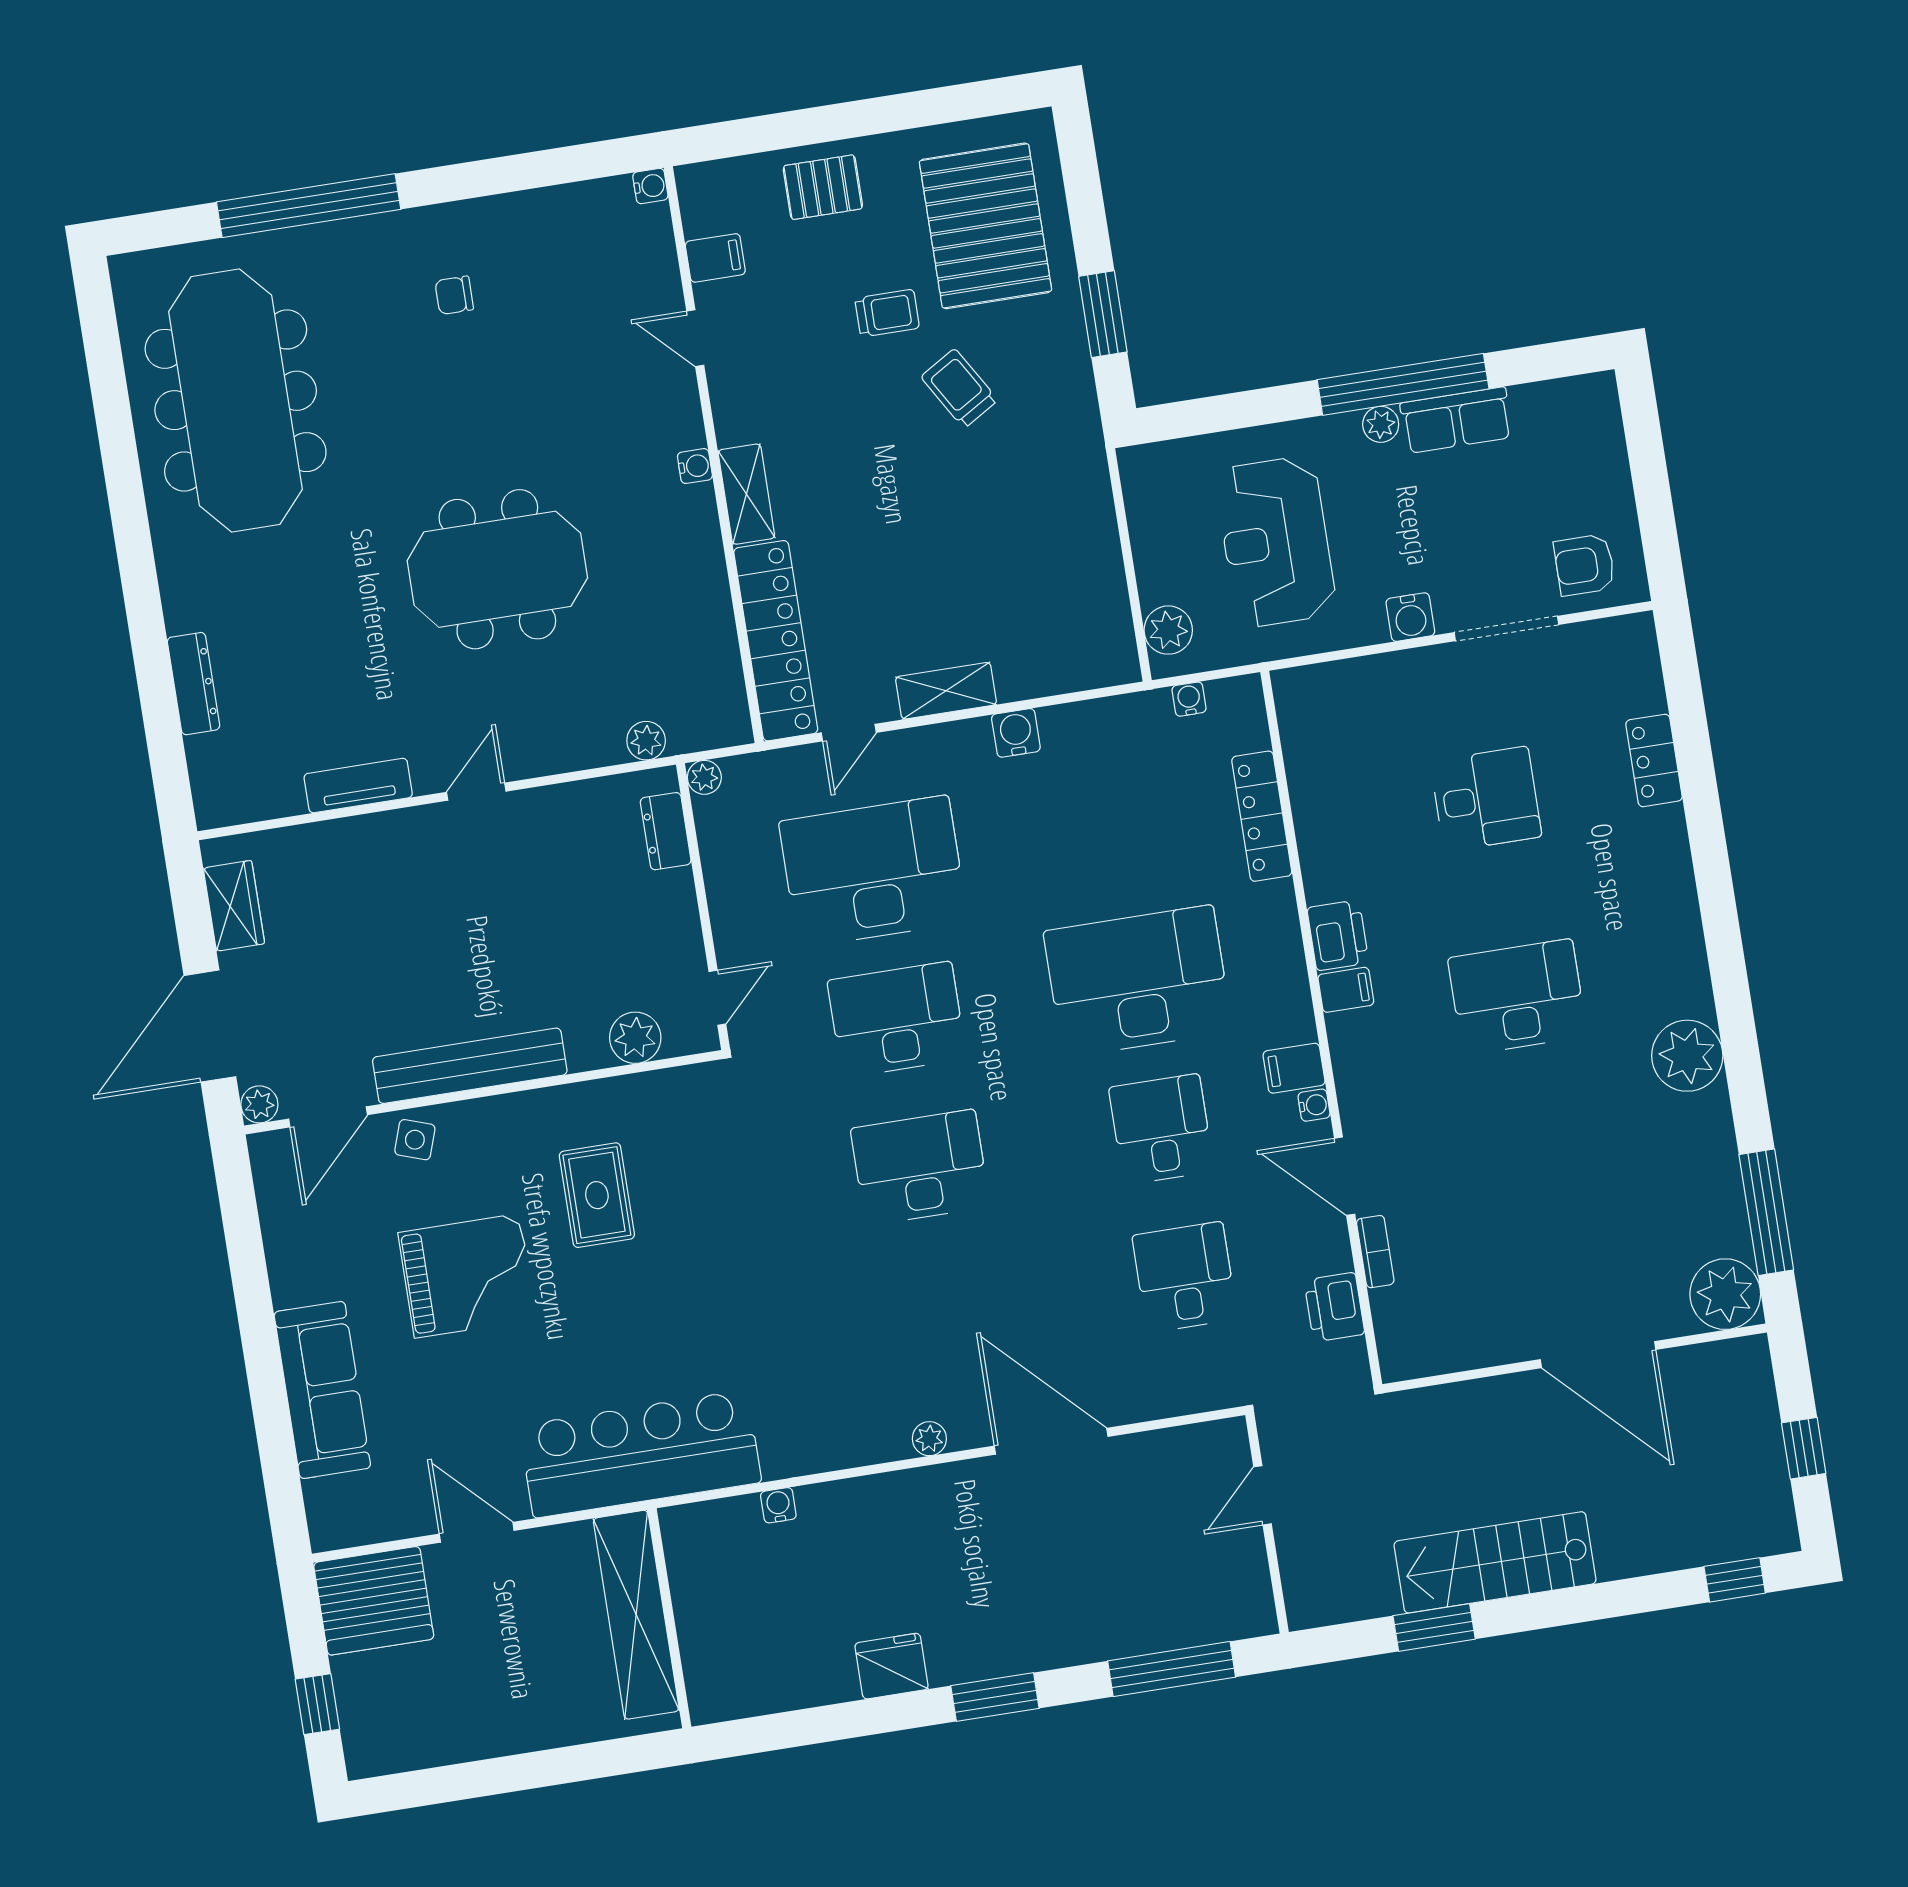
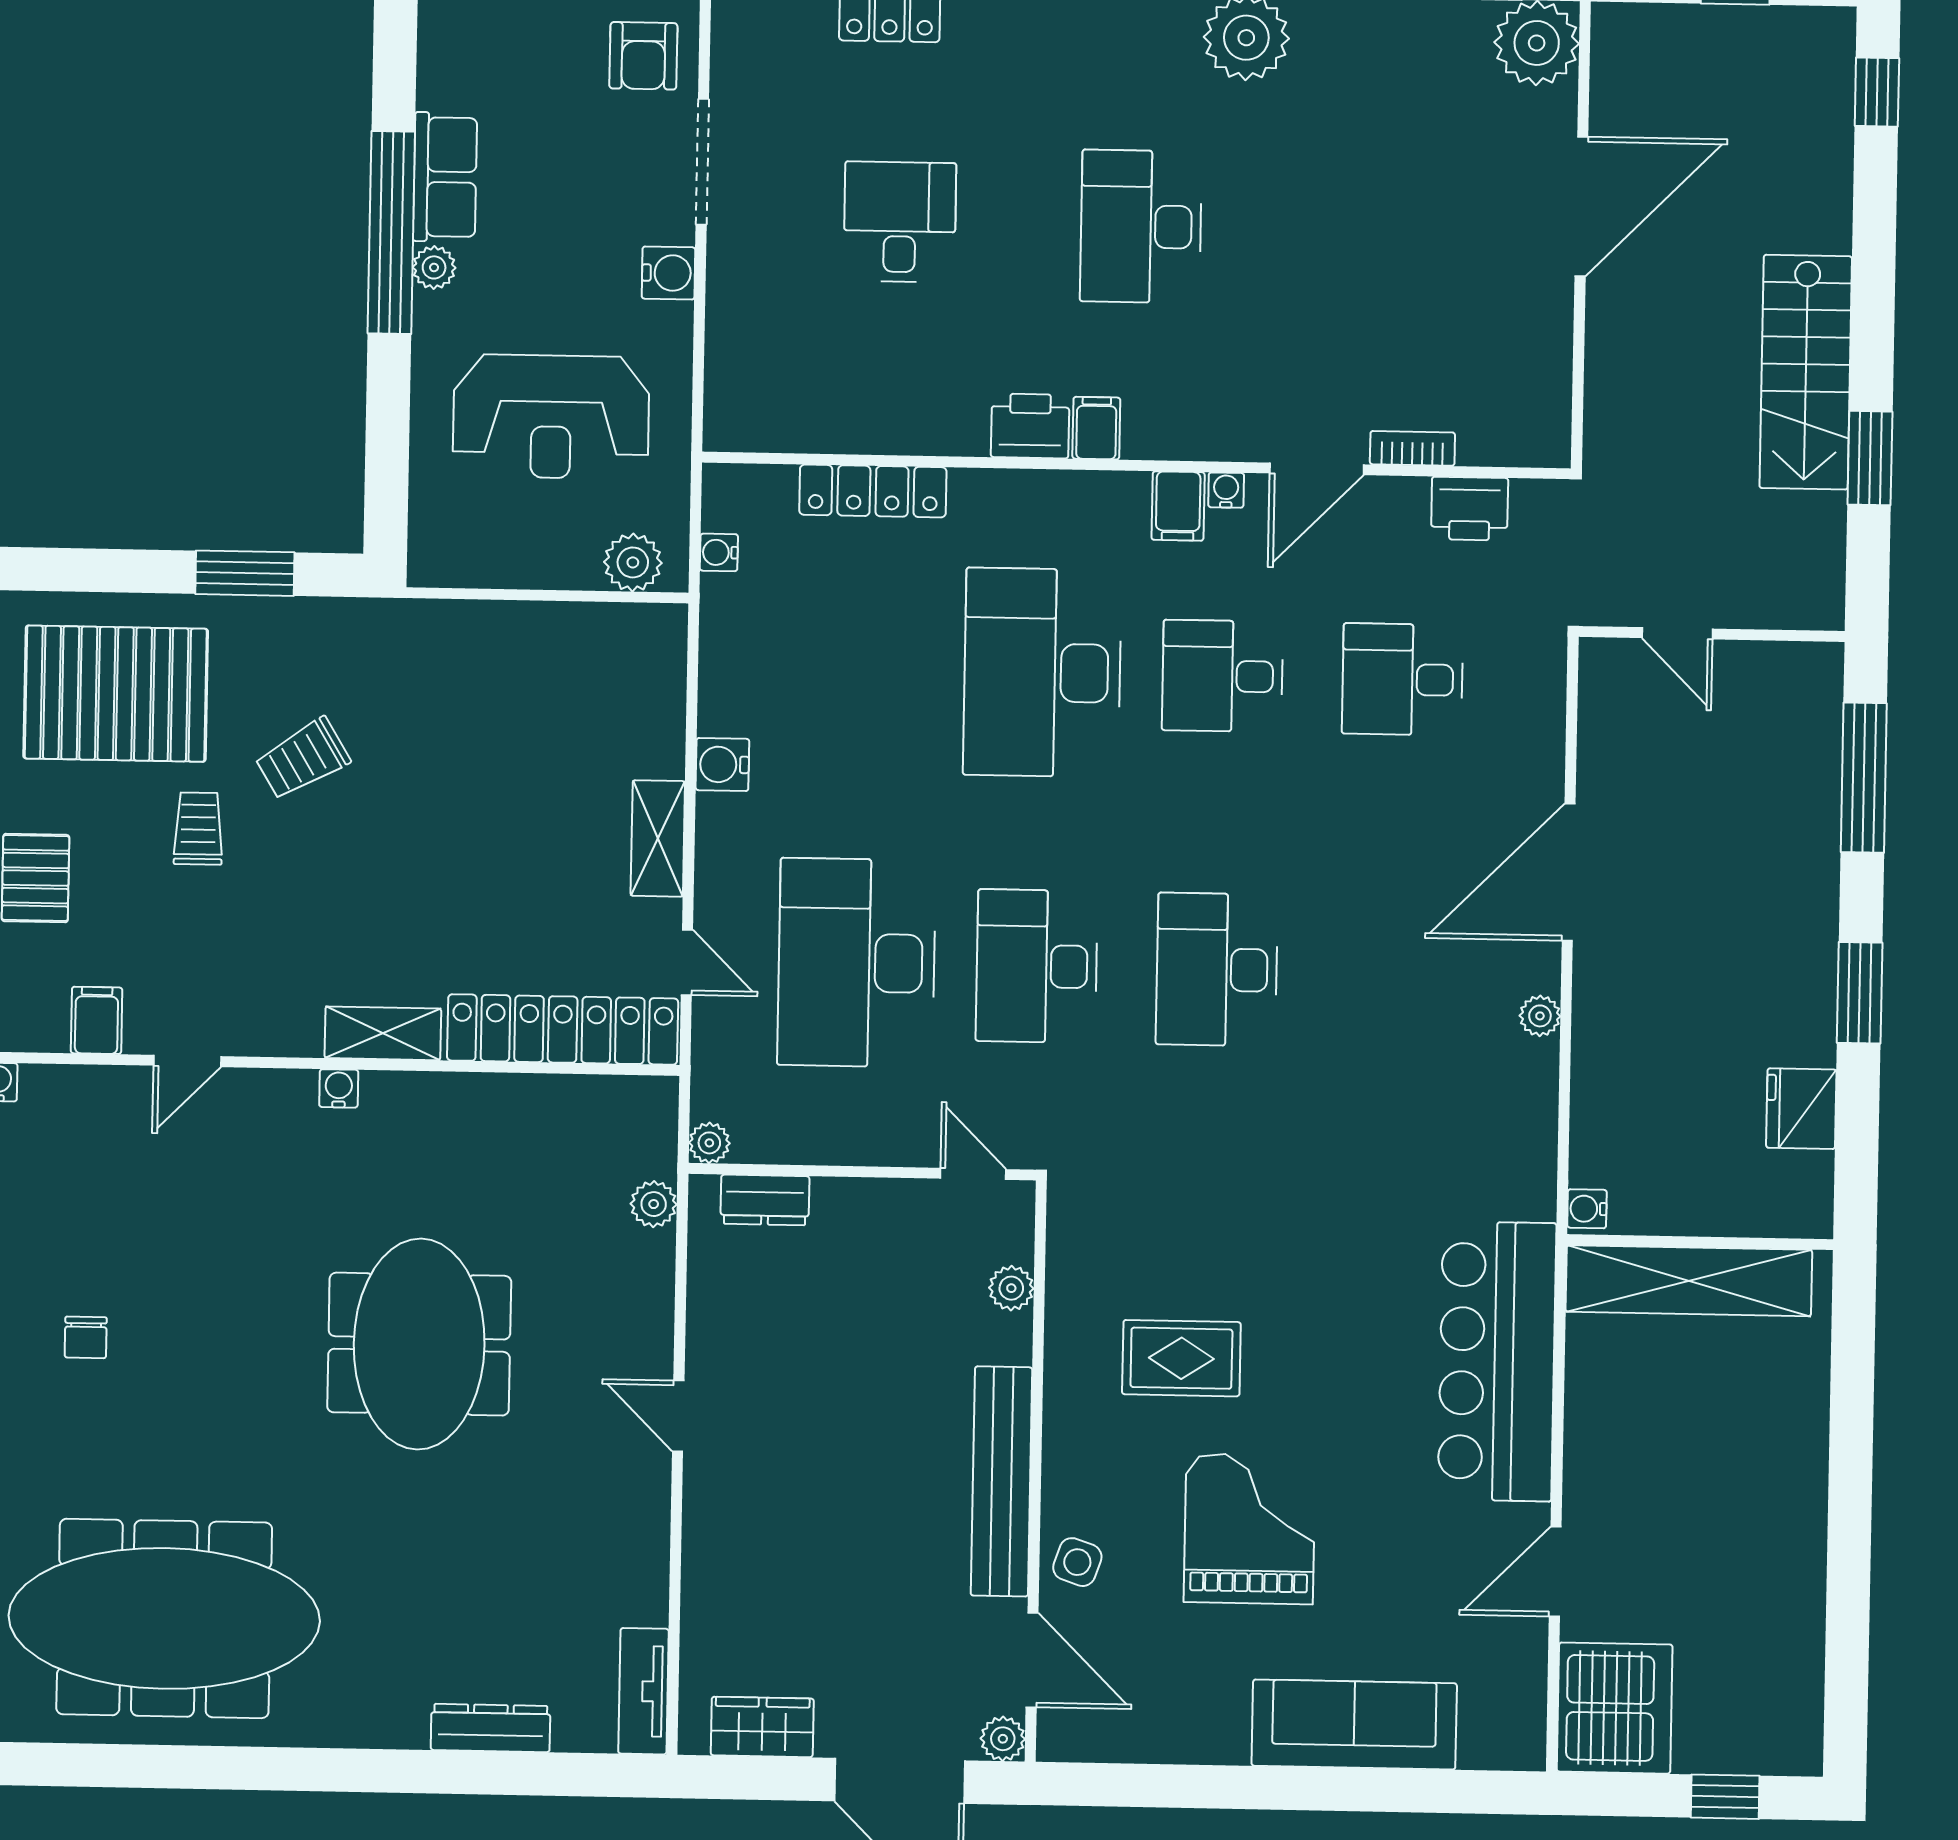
tv unit: (358, 786) -> (643, 1691), moved
plant: (635, 1038) -> (1011, 1288), width x0.73, depth x0.73
shelving: (636, 1615) -> (1689, 1281), moved
wall: (669, 1618) -> (1700, 1242), moved

